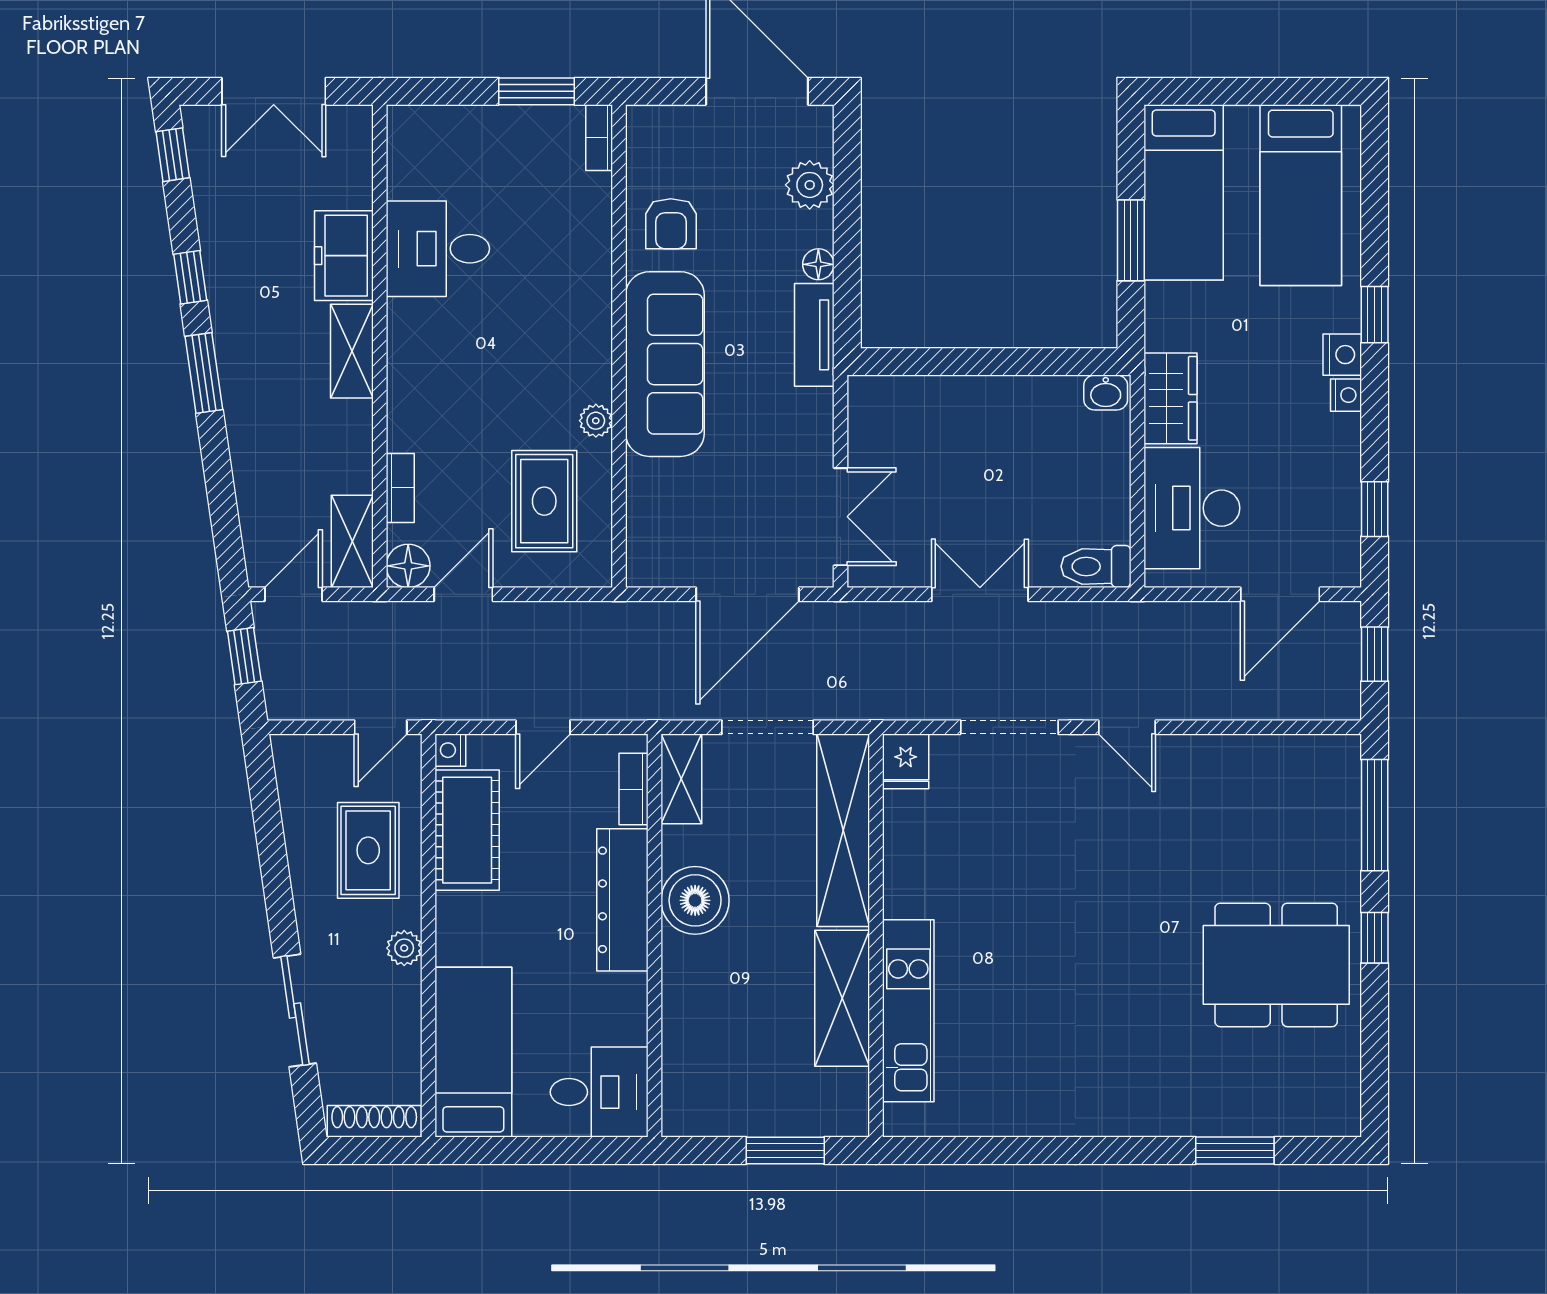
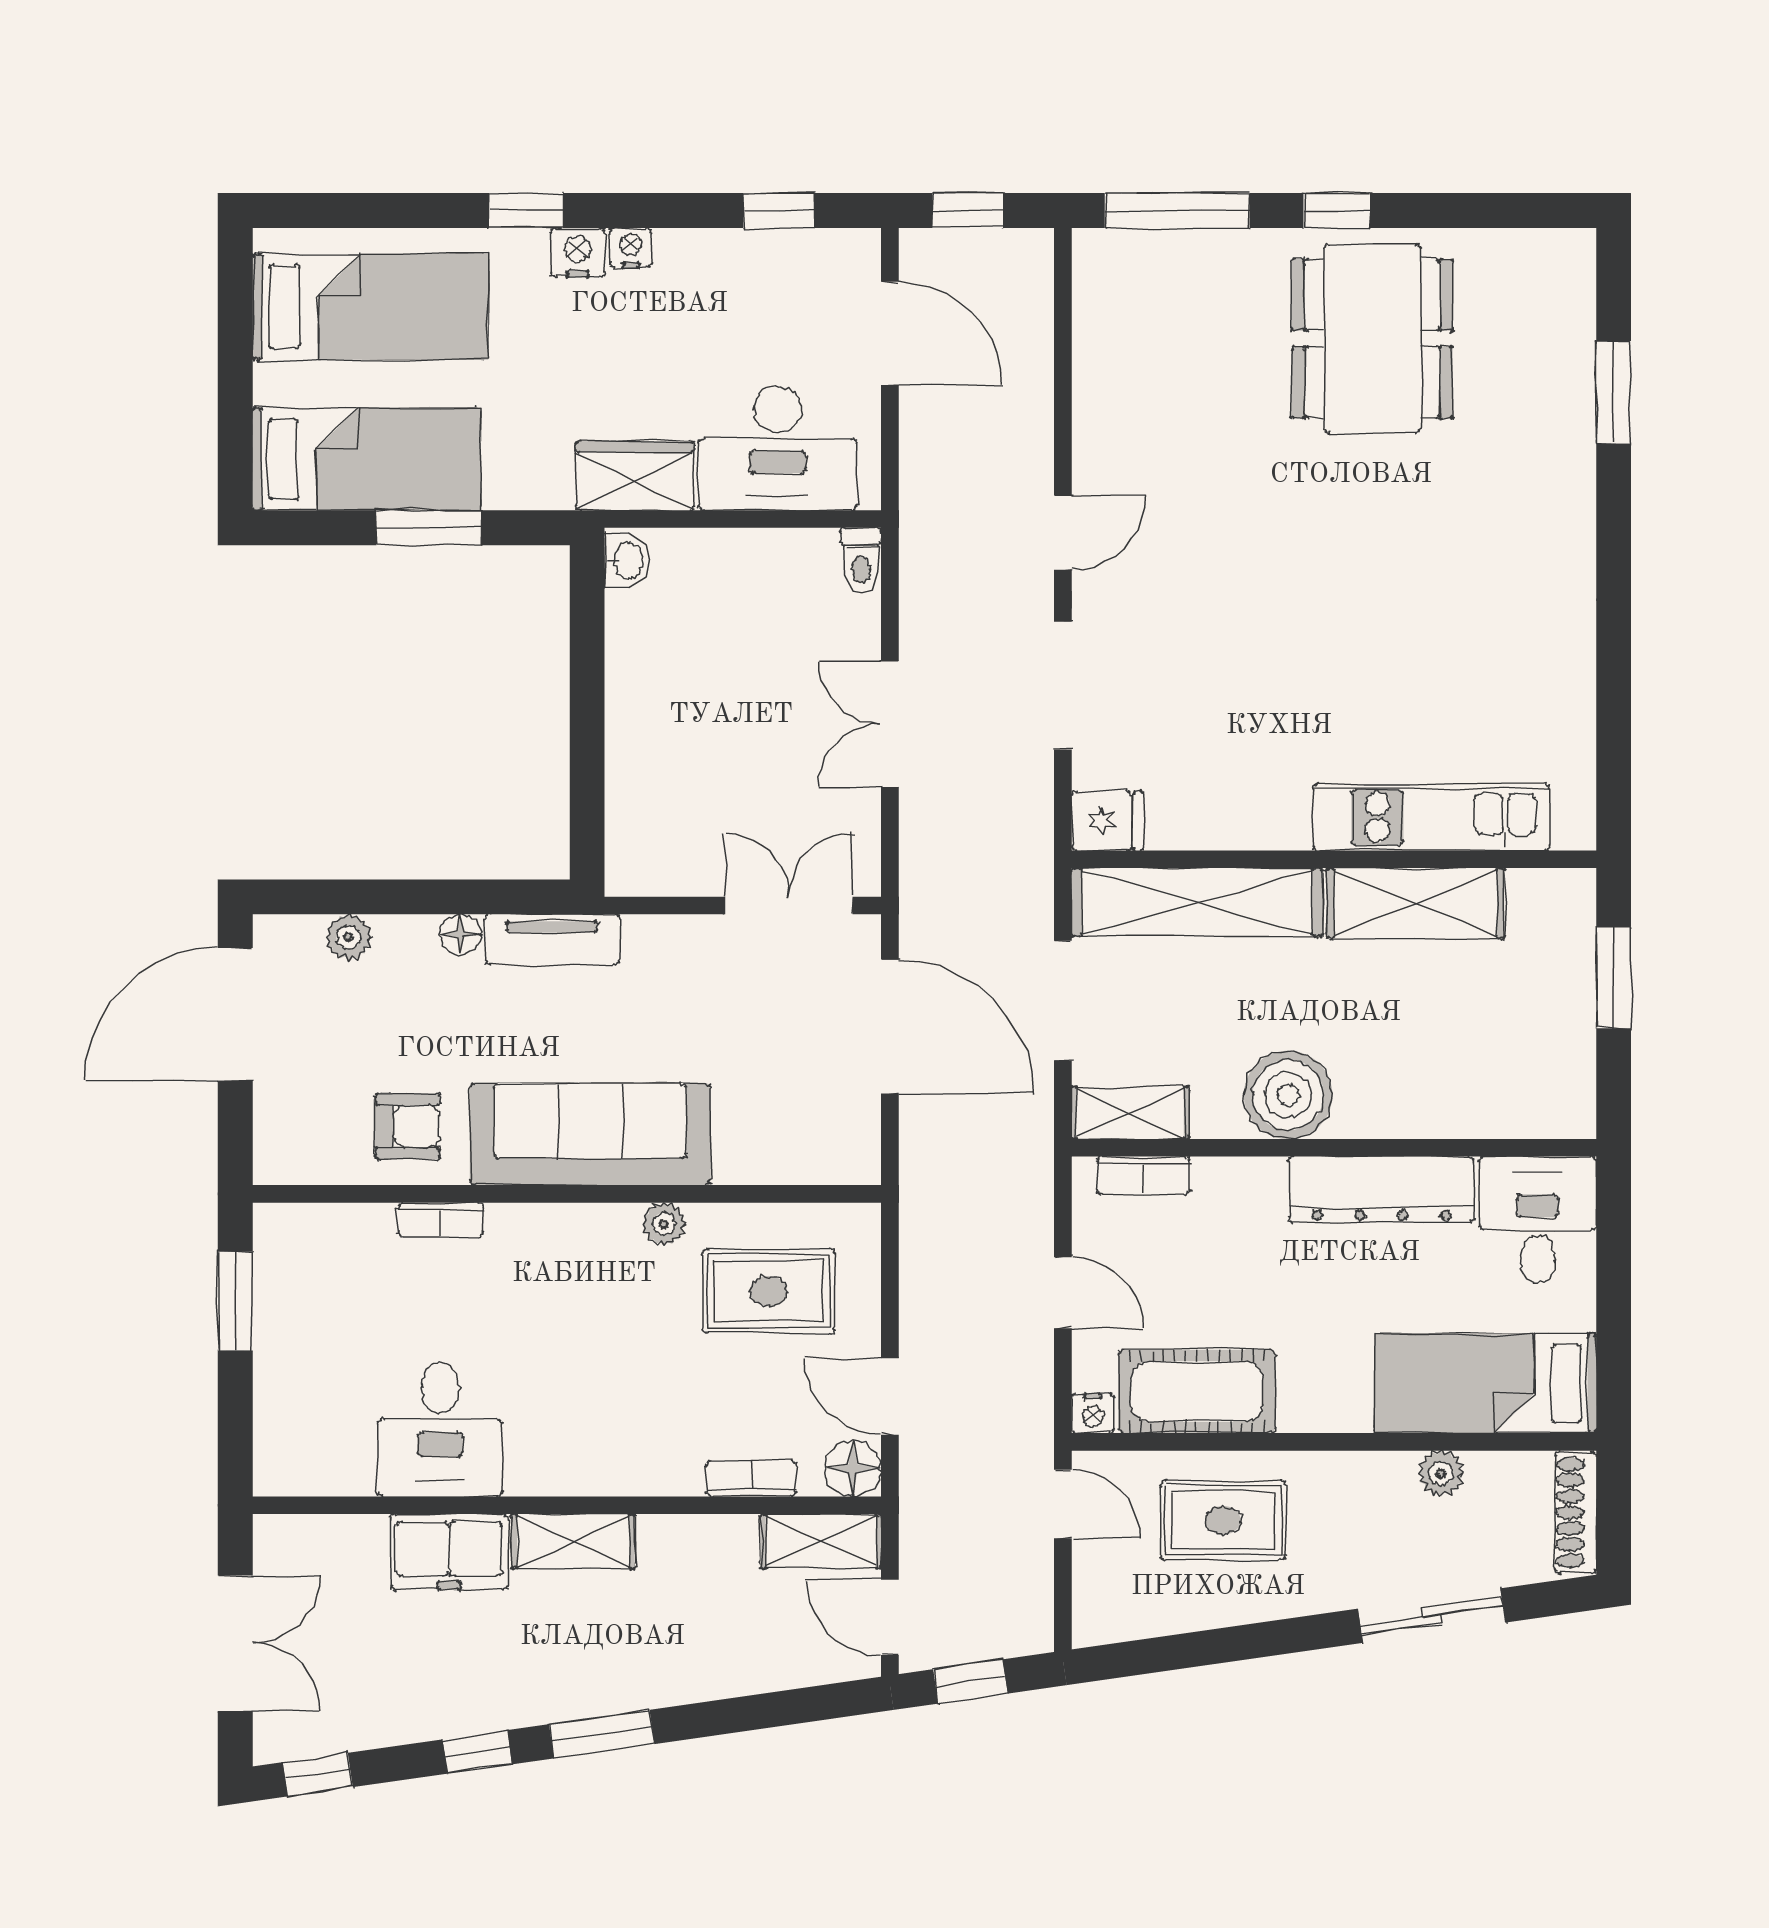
bookcase: (599, 138) -> (441, 1220), moved
plant: (810, 185) -> (349, 937), width x0.73, depth x0.73
toilet: (1096, 566) -> (861, 560), width x0.73, depth x0.72
dresser: (622, 900) -> (1381, 1189), moved
plant: (404, 948) -> (1441, 1473), moved

